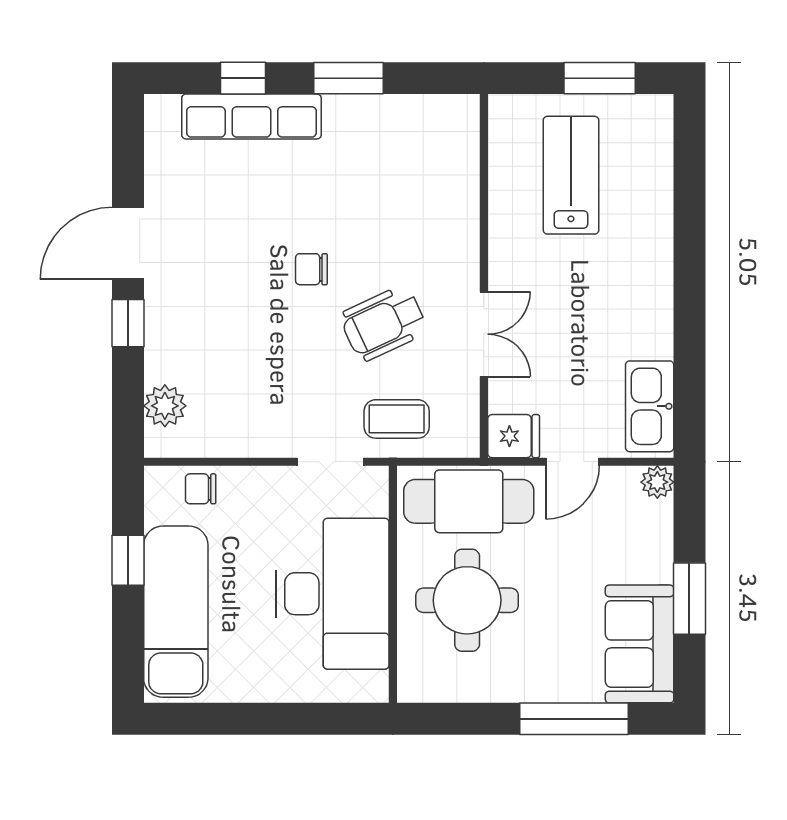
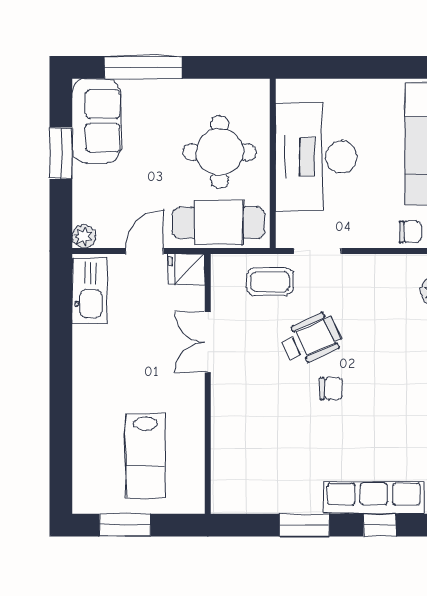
wheelchair: (384, 323) -> (311, 339), moved

